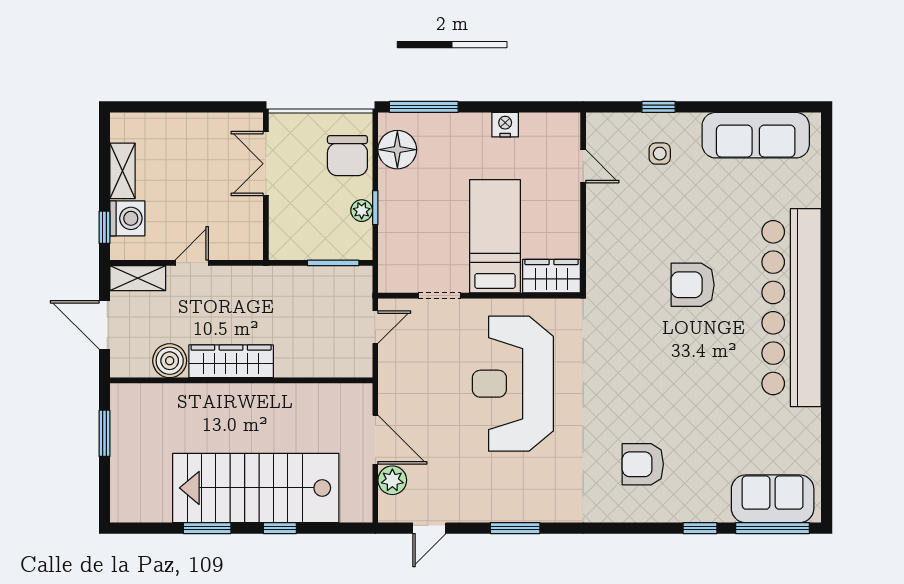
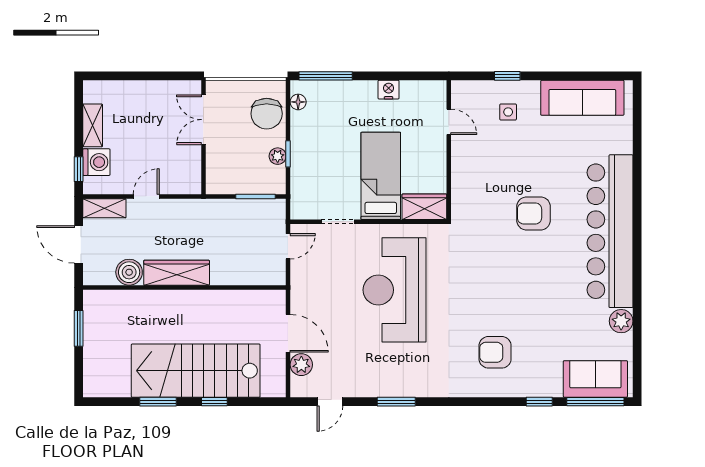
floor lamp: (397, 150) -> (298, 102), width x0.53, depth x0.53
plant: (806, 424) -> (621, 321), added

